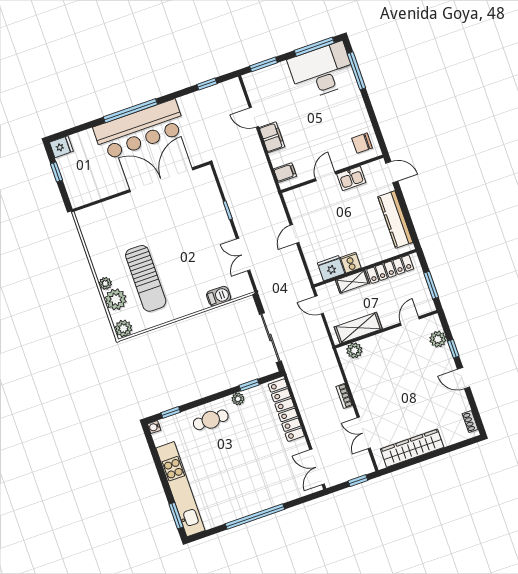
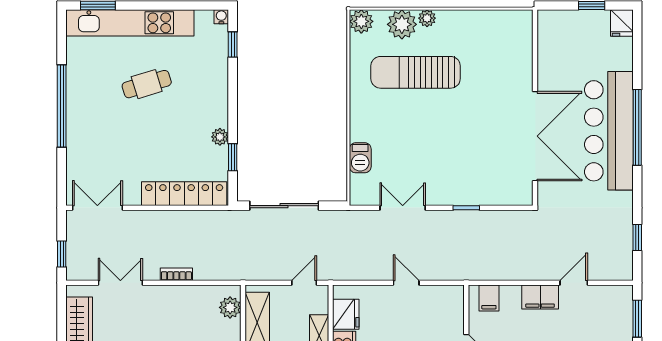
cafe table: (211, 420) -> (147, 84), moved, turned 73

